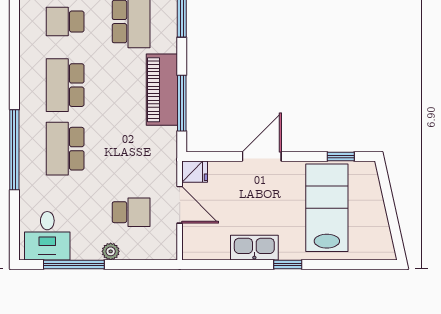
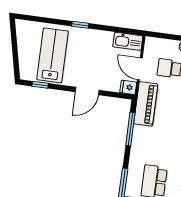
piano: (162, 90) -> (146, 104), moved
lab bench: (327, 208) -> (52, 55), turned 180
kitchen sink: (254, 248) -> (128, 41), moved

